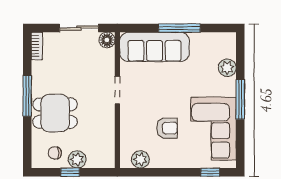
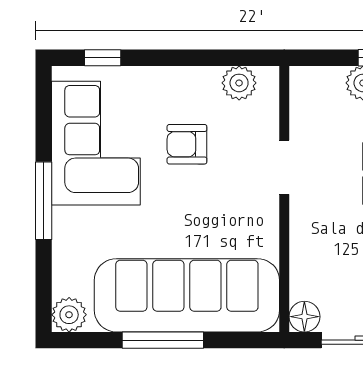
sofa: (155, 47) -> (187, 295), width x1.36, depth x1.27
plant: (227, 68) -> (69, 315), moved
doorway: (117, 90) -> (284, 167), moved

